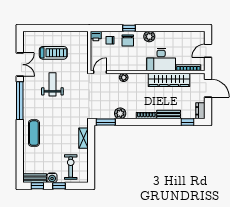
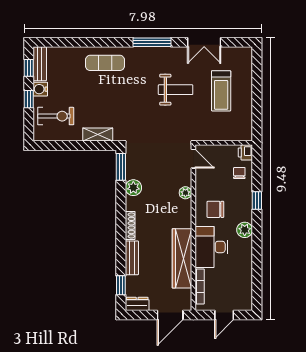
chair: (128, 40) -> (215, 209), moved
door: (208, 51) -> (224, 315), swing flipped
window: (20, 101) -> (152, 42), width x0.68

